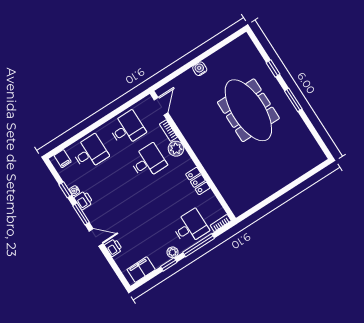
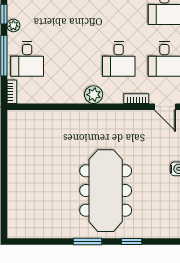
meeting table: (248, 110) -> (106, 191), turned 90
plant: (176, 149) -> (94, 95), moved
locker: (198, 181) -> (68, 96), removed

